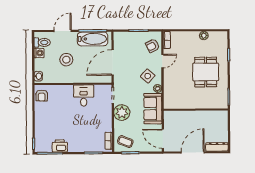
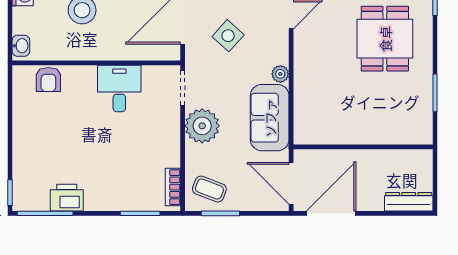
side table: (148, 76) -> (228, 36), moved
armchair: (42, 95) -> (48, 79), moved
wall: (196, 110) -> (363, 147), moved
door: (193, 152) -> (331, 213), moved

